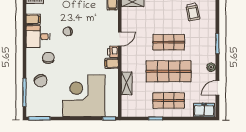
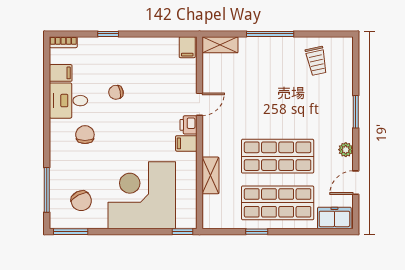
shop shelf: (169, 42) -> (278, 109), removed
chair: (41, 81) -> (81, 201), moved
shop shelf: (169, 100) -> (278, 203), width x1.43, depth x1.36

